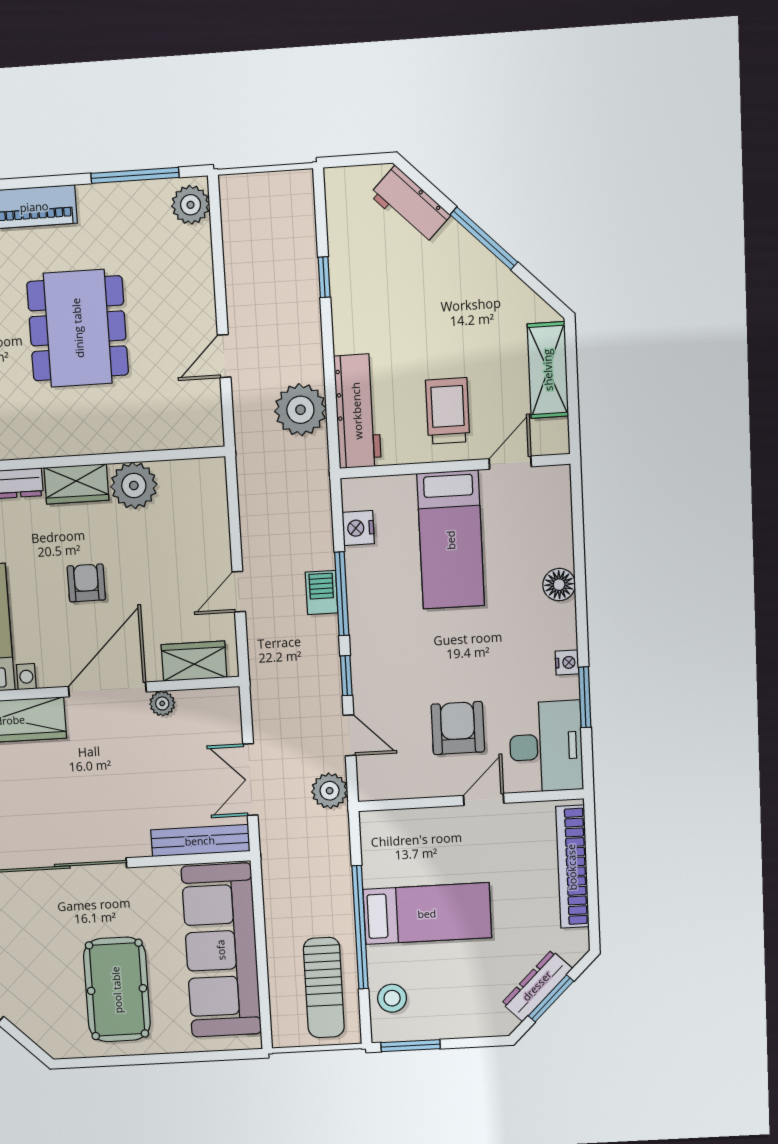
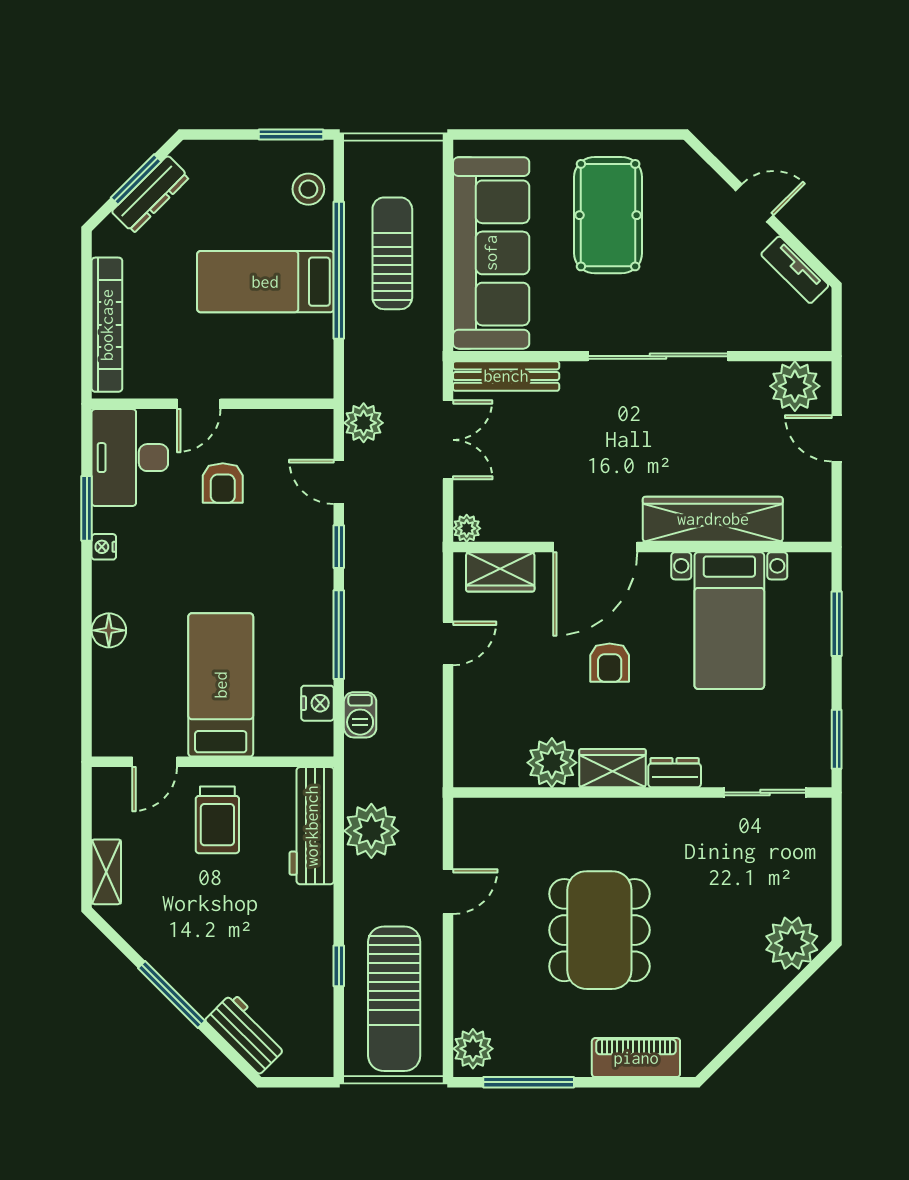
sun lounger: (269, 249) -> (394, 999), added
shelving: (548, 370) -> (106, 872), width x0.67, depth x0.75
barbecue: (322, 592) -> (360, 715), moved
plant: (162, 703) -> (467, 528), moved
armchair: (458, 728) -> (223, 483), width x0.72, depth x0.72
sun lounger: (324, 988) -> (392, 253), moved

